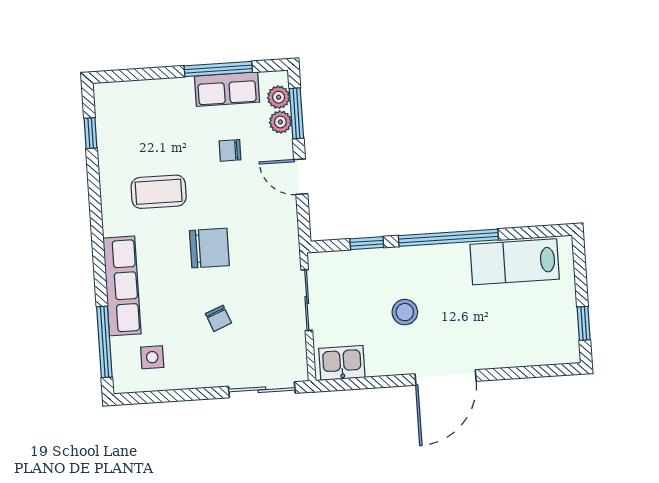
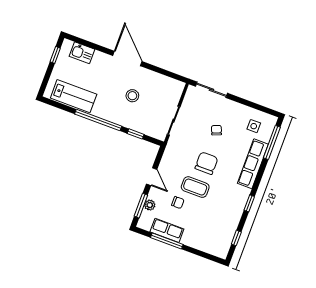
plant: (279, 97) -> (146, 216), removed
coffee table: (159, 192) -> (195, 187), moved
window: (96, 209) -> (249, 203), added
chair: (209, 248) -> (206, 163), turned 90
kitchen sink: (342, 363) -> (82, 53), moved
door: (446, 378) -> (127, 58), hinge flipped

